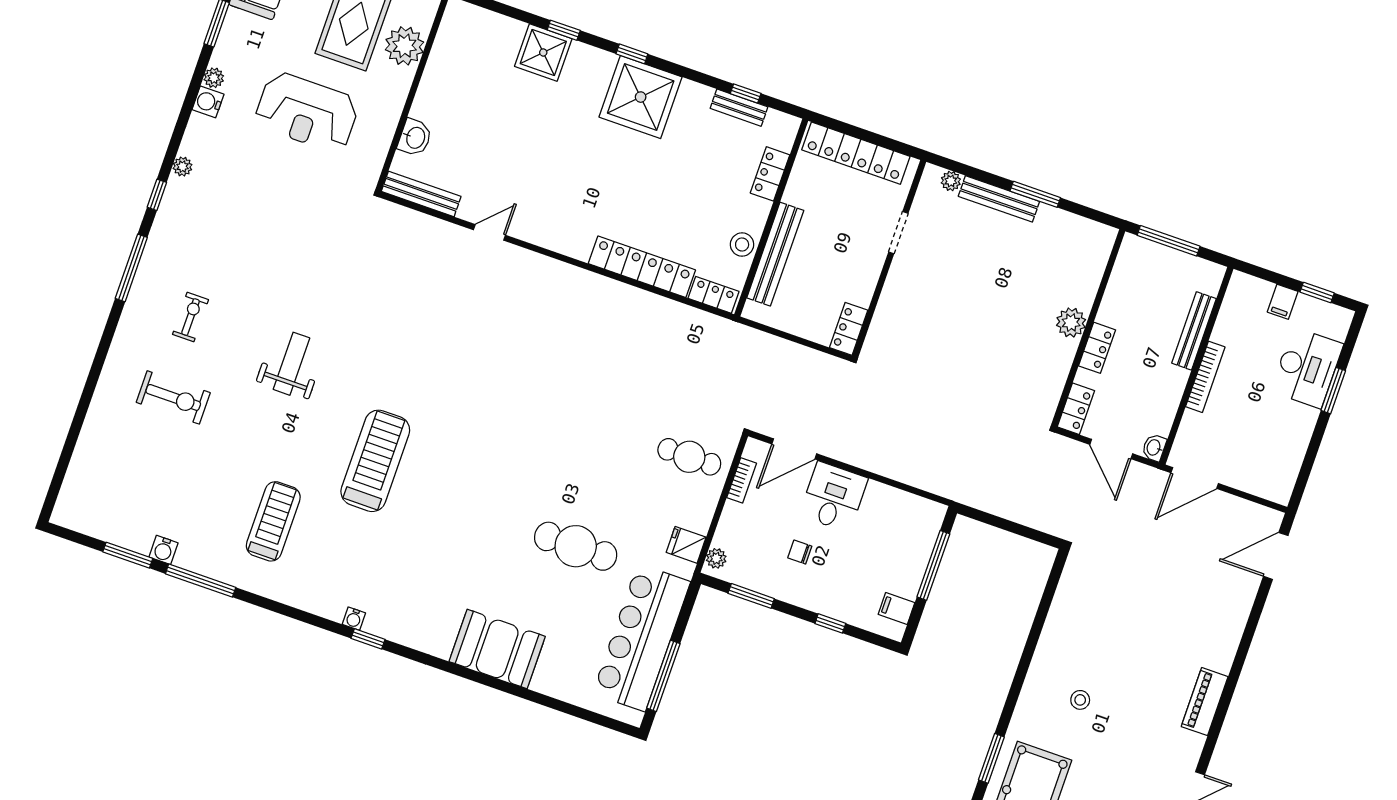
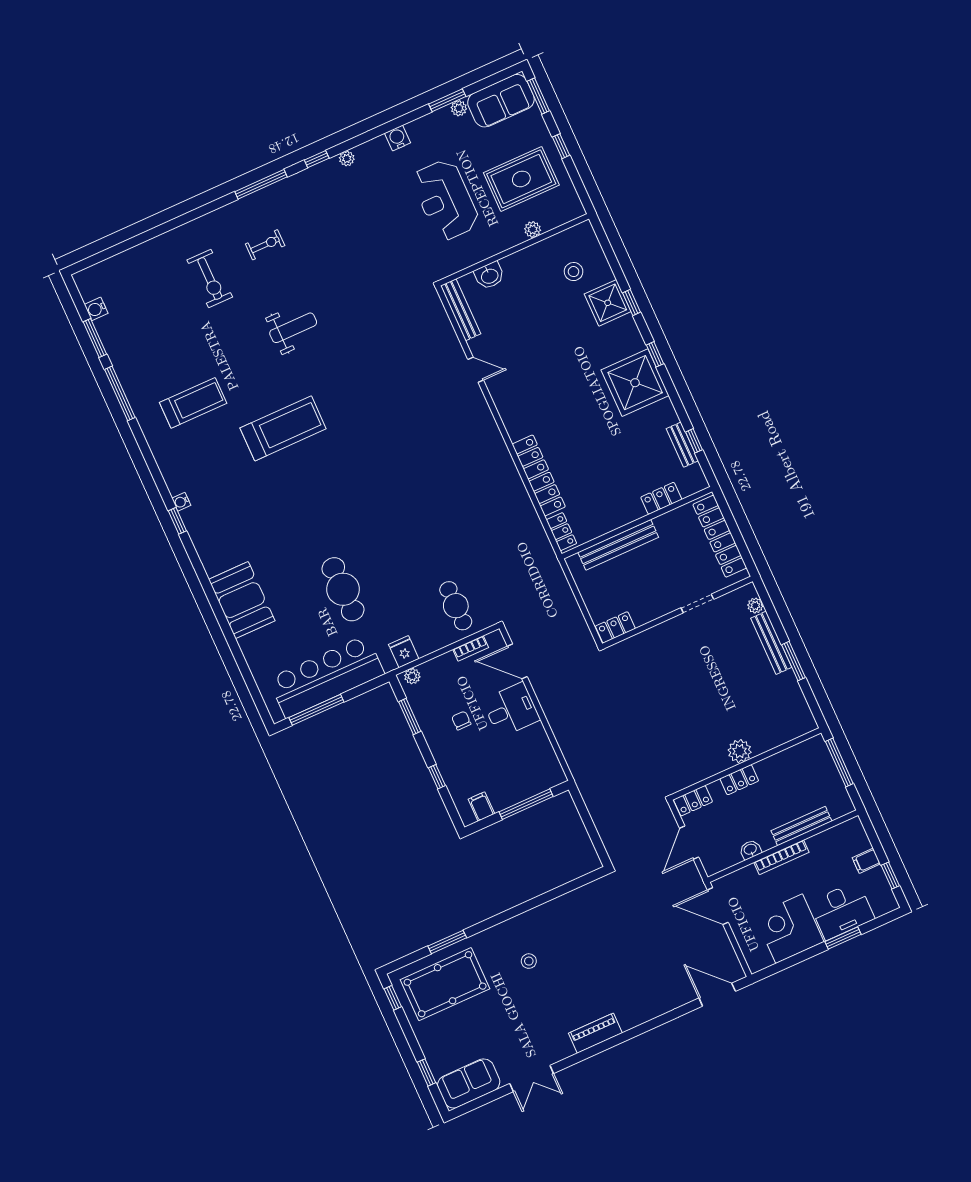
plant: (405, 46) -> (533, 229), width x0.53, depth x0.53
plant: (214, 78) -> (459, 108), moved
stool: (742, 245) -> (574, 272), moved
corner desk: (1278, 432) -> (789, 929), added
washbasin: (1154, 448) -> (750, 850), moved
water cooler: (164, 550) -> (96, 309), moved

